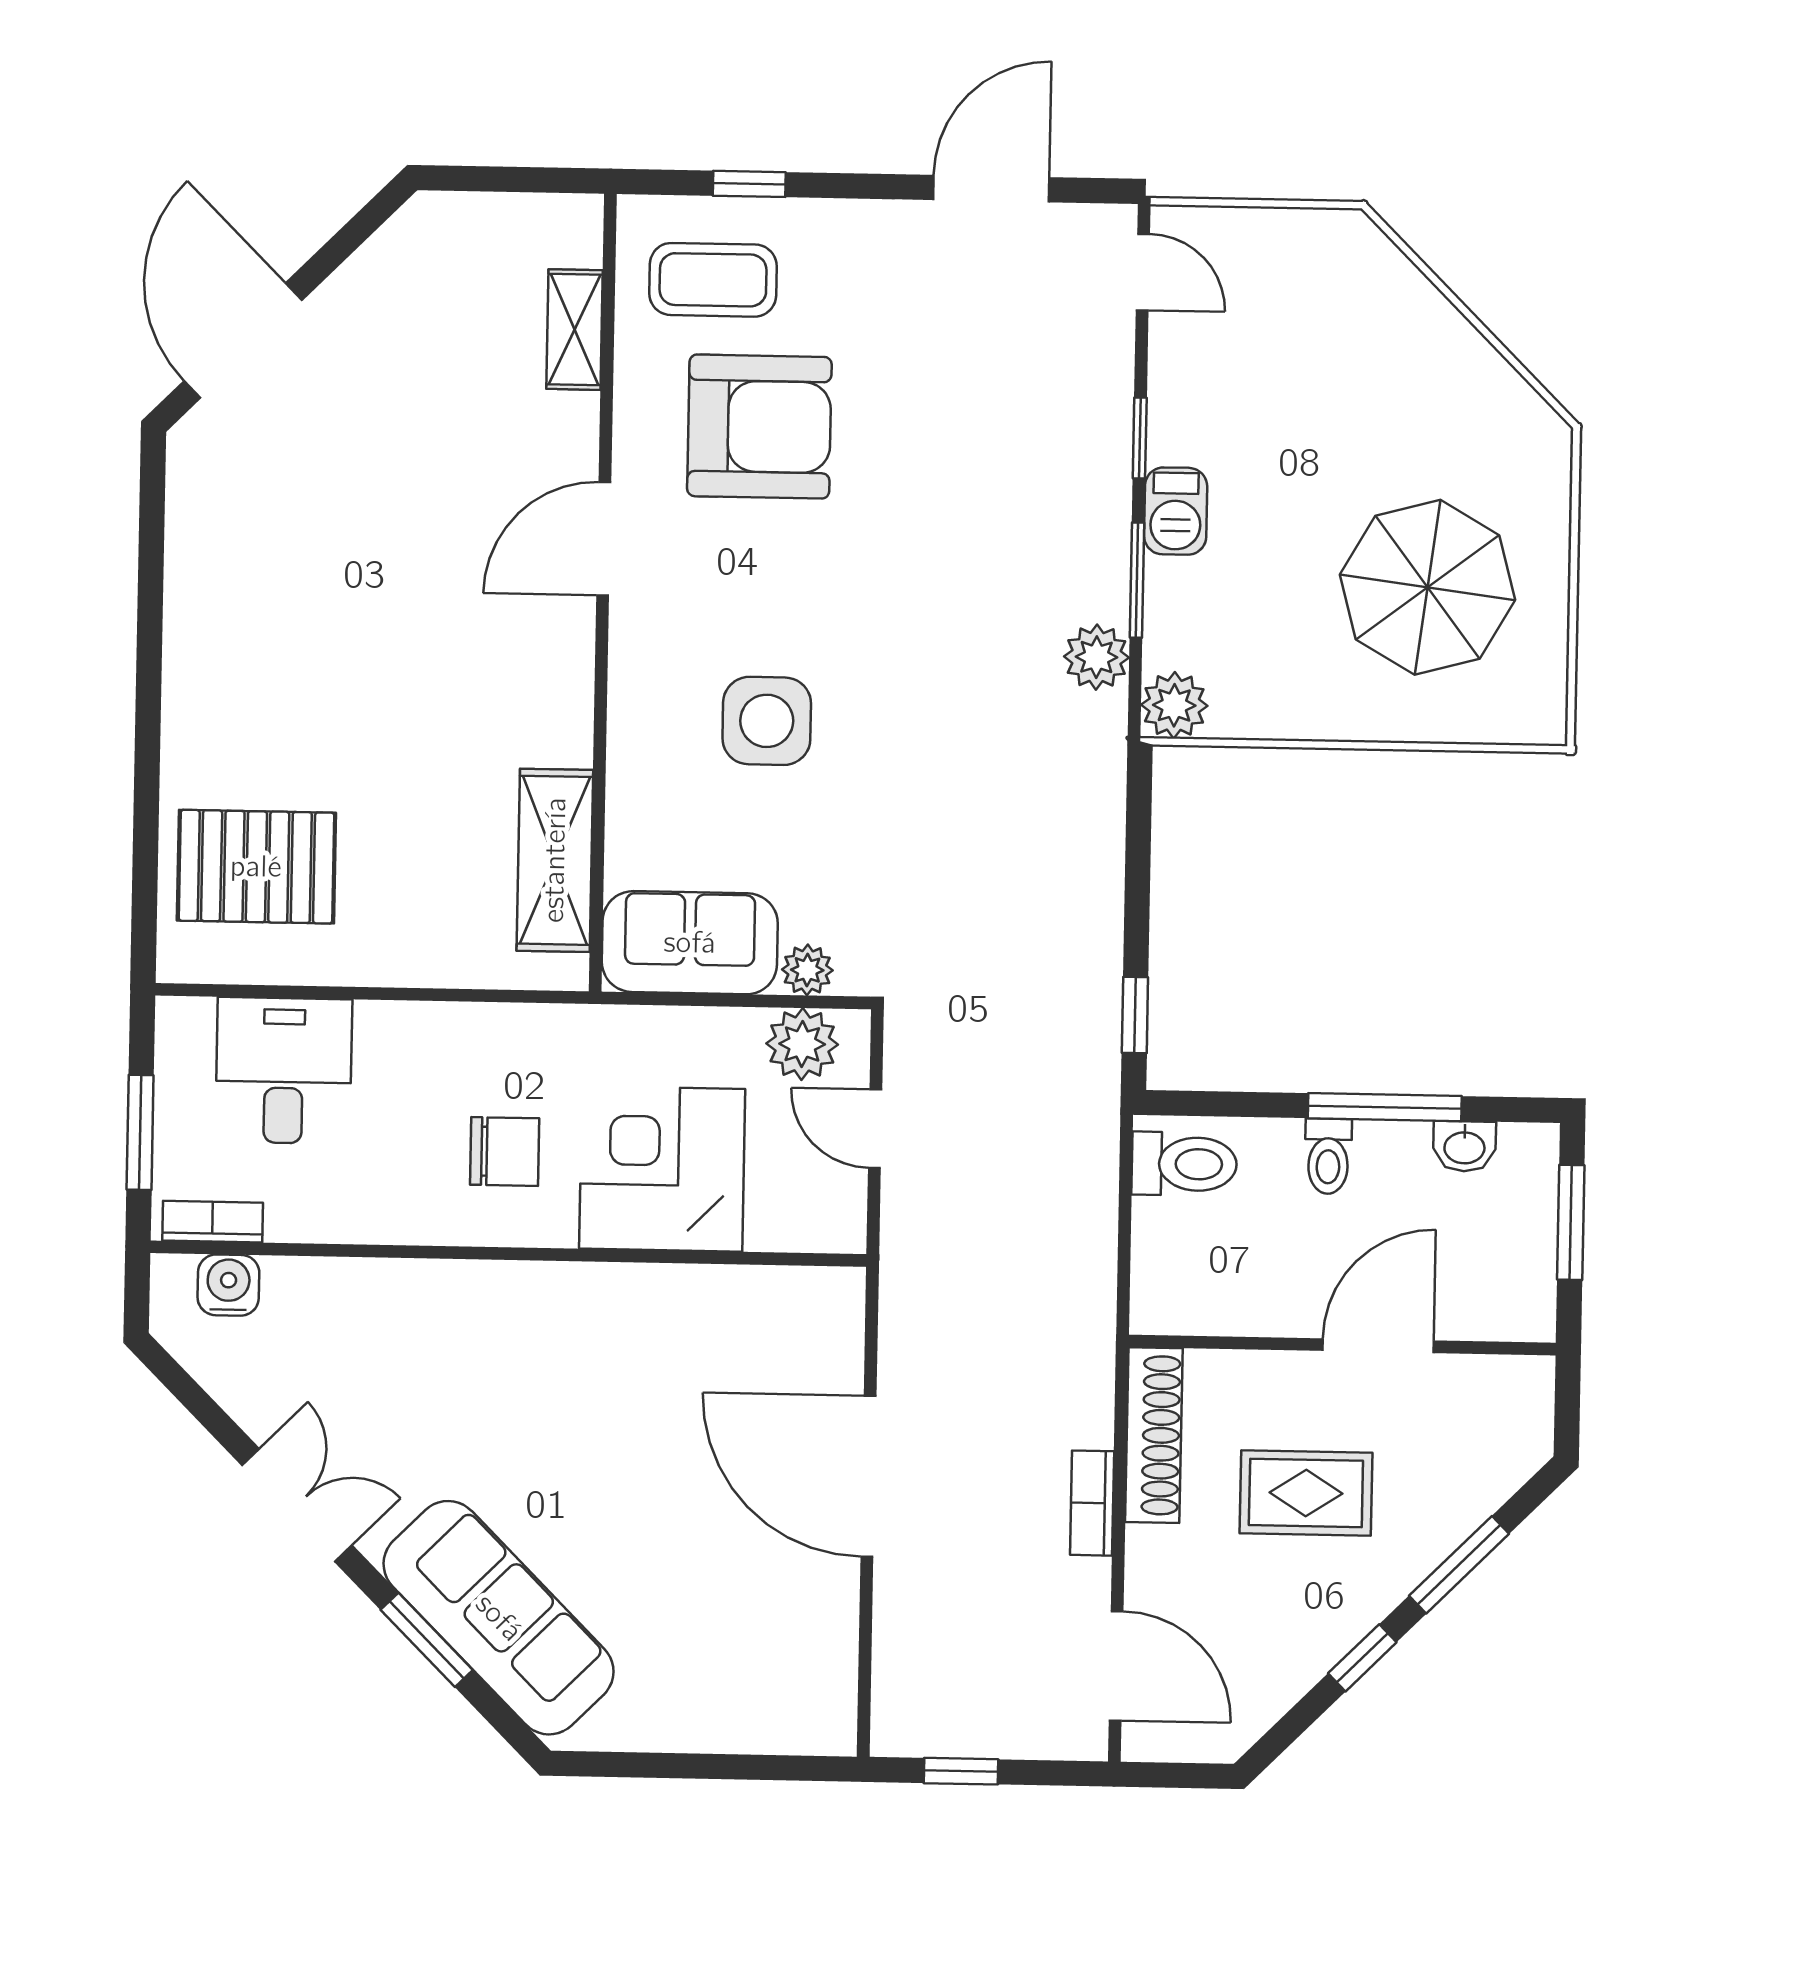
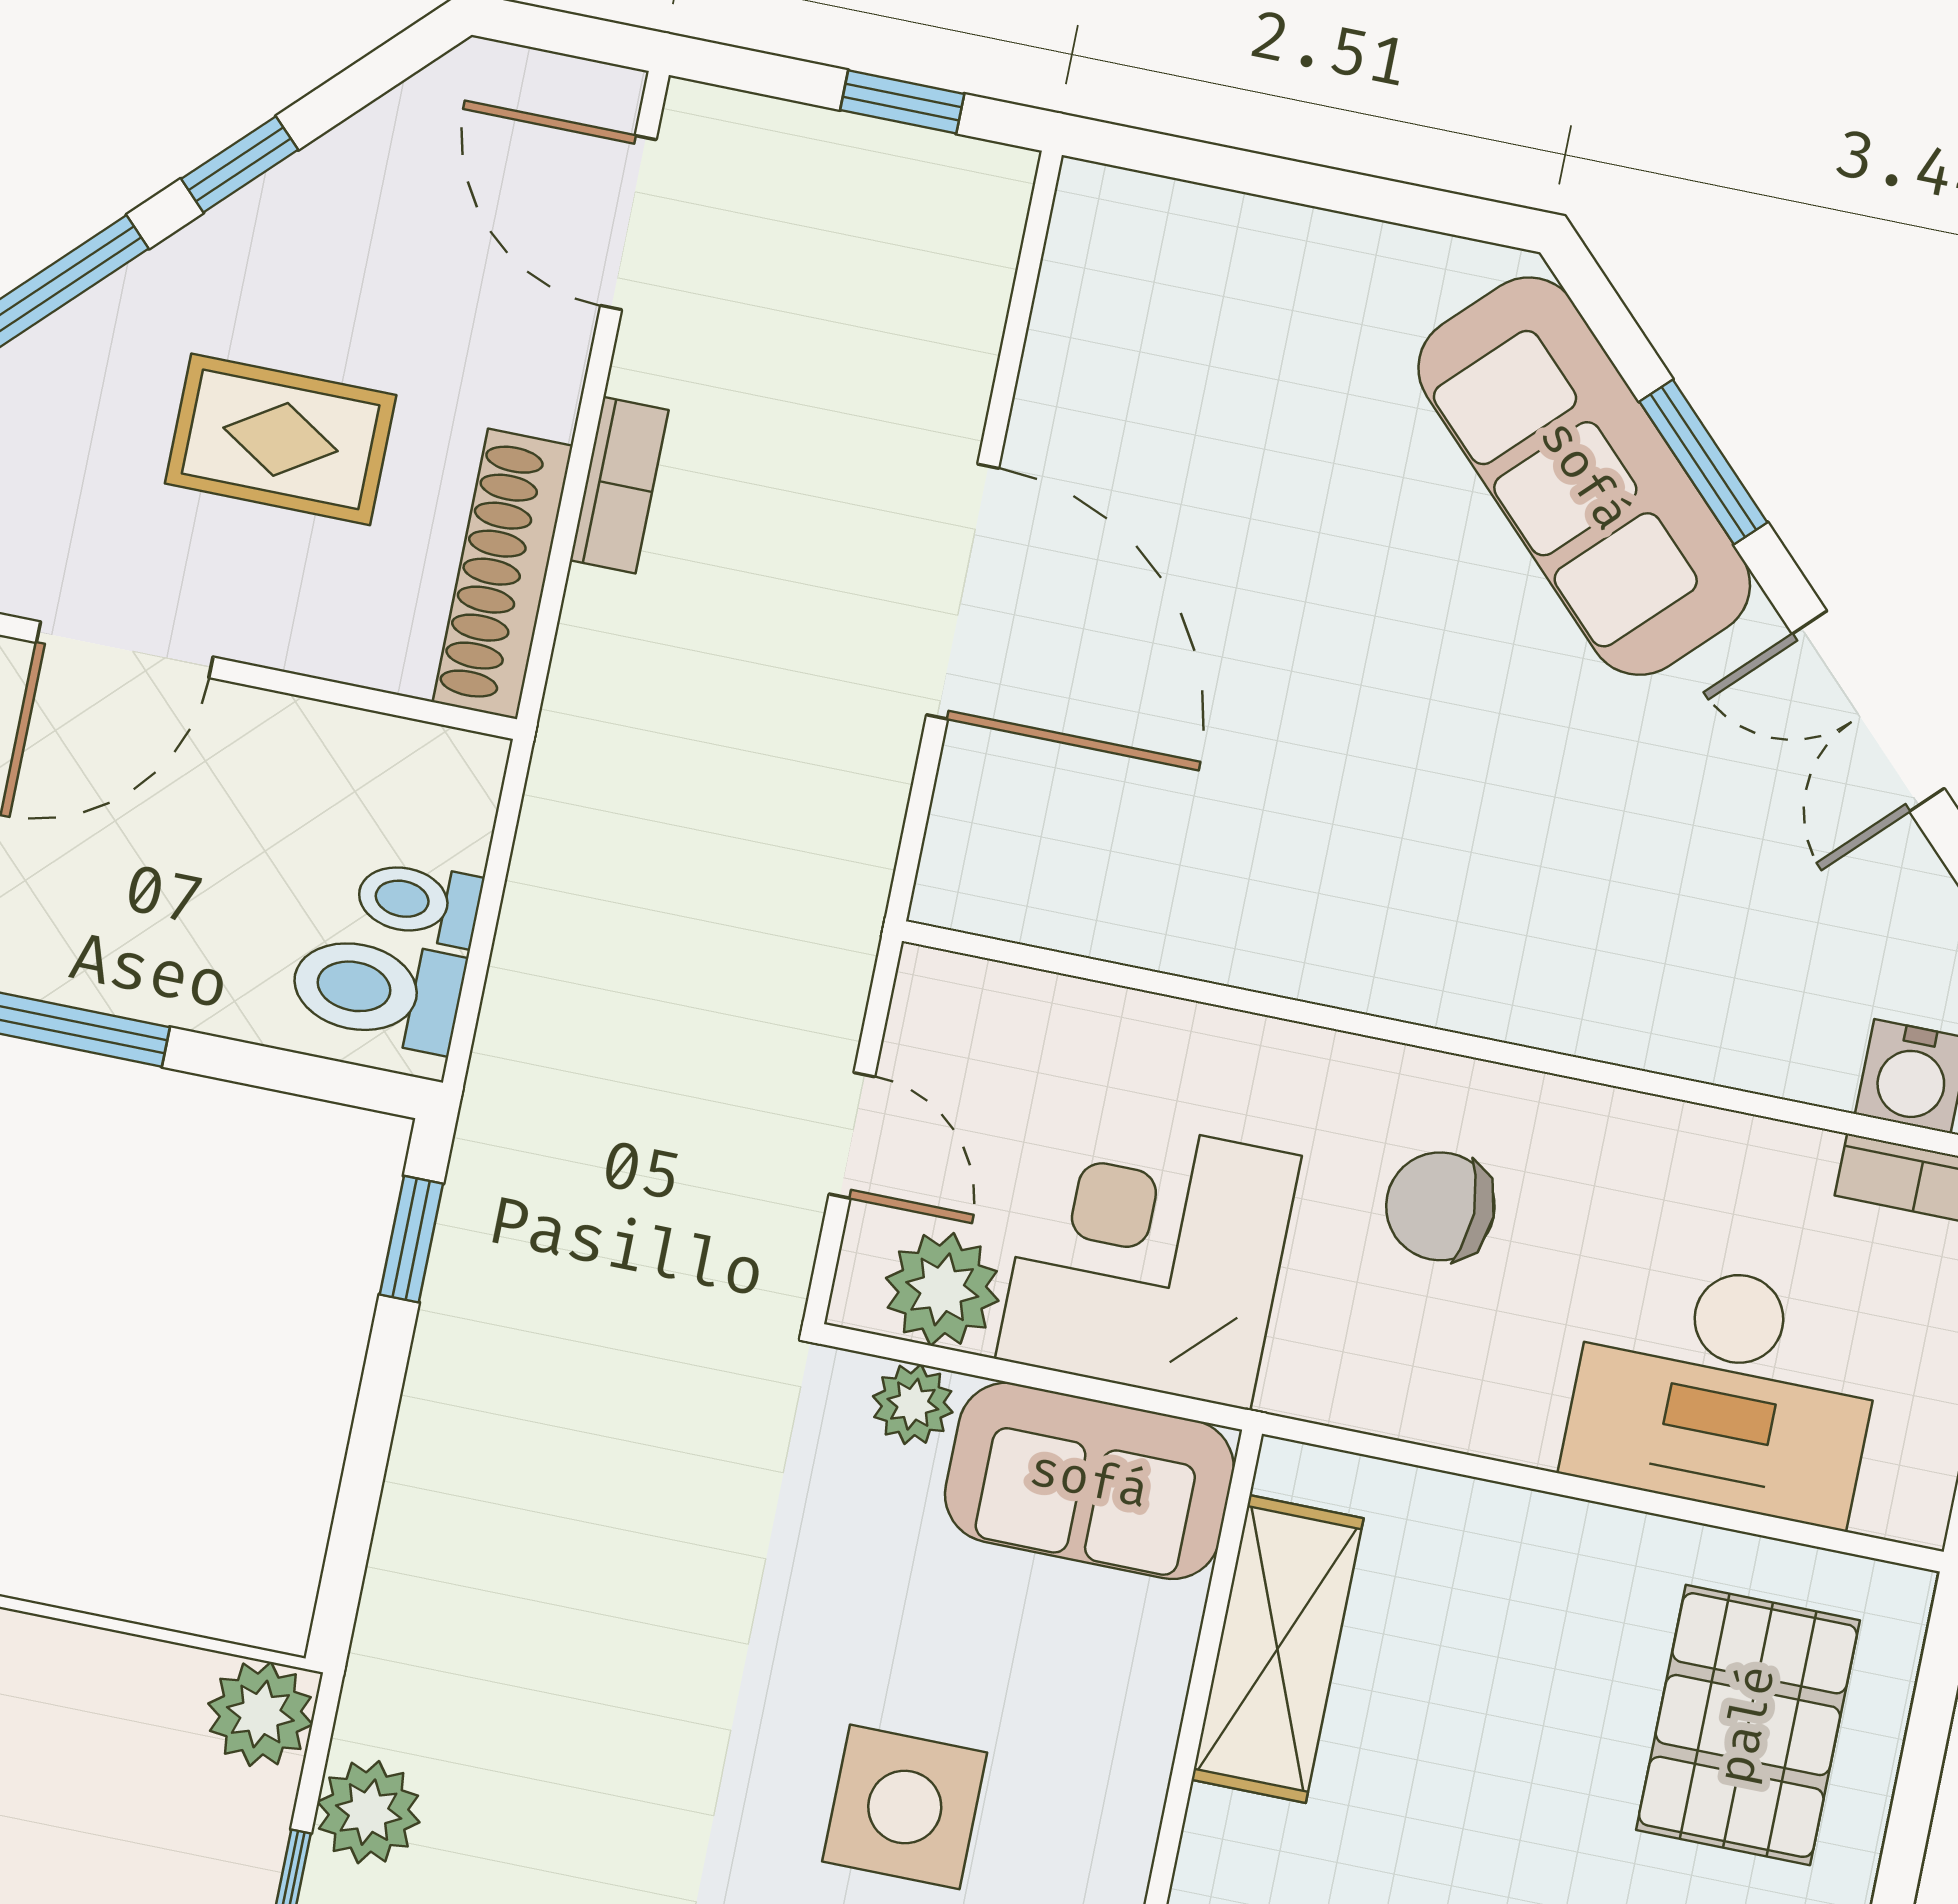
pallet: (256, 867) -> (1748, 1725), turned 90
desk: (284, 1070) -> (1725, 1389), width x1.37
toilet: (1328, 1156) -> (419, 902), moved, turned -90
corner desk: (662, 1169) -> (1148, 1257), moved, turned 180

